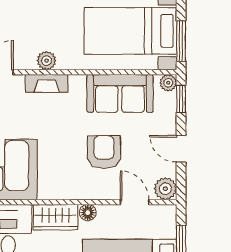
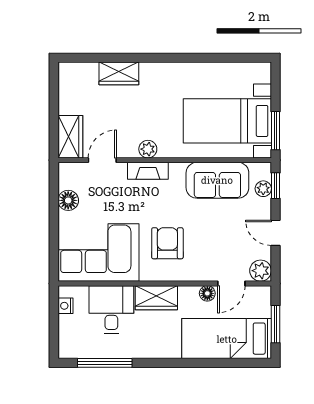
plant: (168, 83) -> (263, 189), moved
armchair: (104, 152) -> (167, 243), moved
door: (135, 202) -> (231, 283), swing flipped
floor lamp: (88, 213) -> (207, 293), moved

